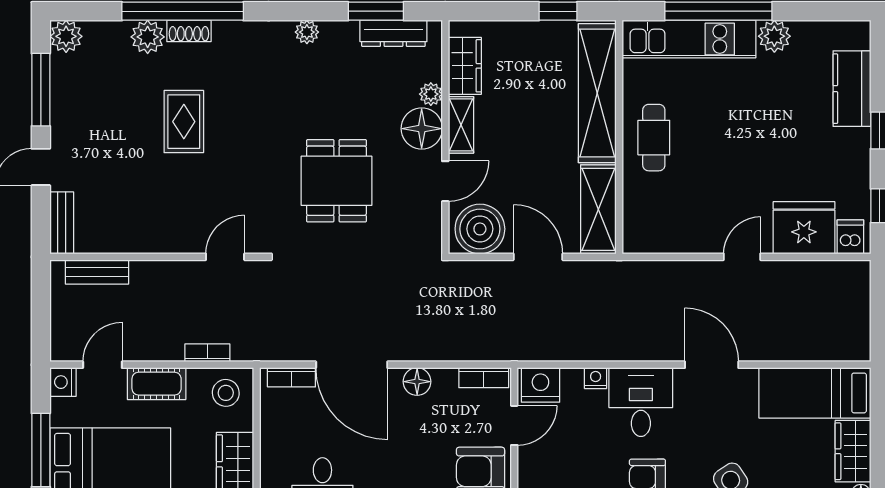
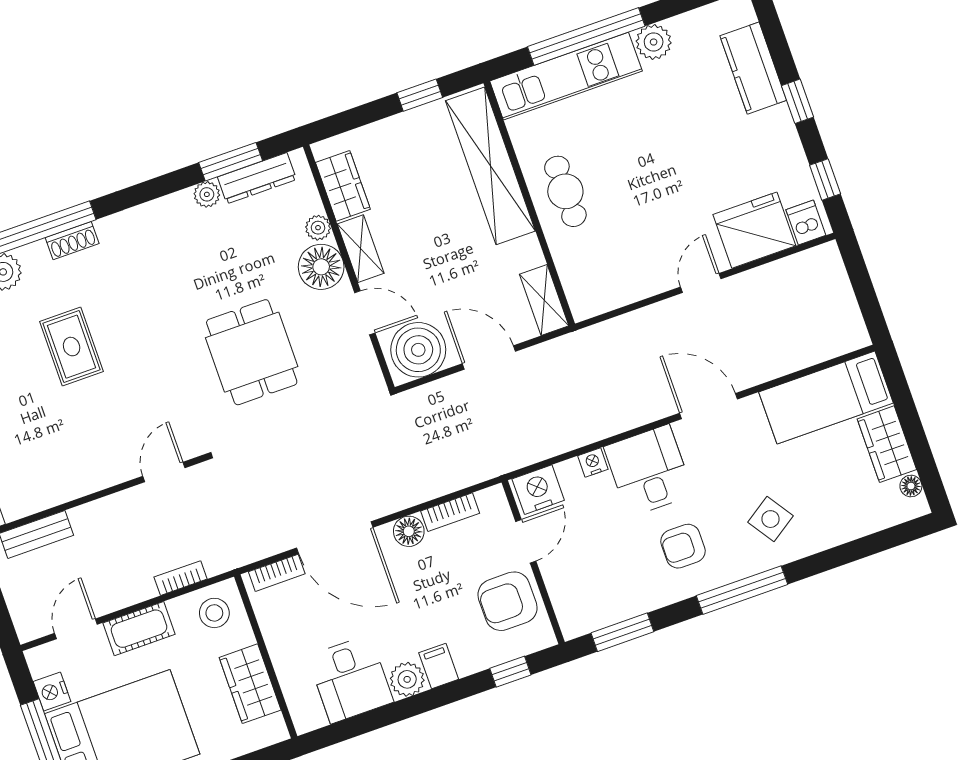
shoe rack: (189, 31) -> (72, 241), moved
plant: (307, 32) -> (207, 194), moved
door: (445, 181) -> (365, 313), hinge flipped
shelving: (598, 209) -> (544, 300), width x0.67, depth x0.75
bookcase: (484, 378) -> (450, 512), moved
nightstand: (63, 382) -> (52, 692), moved

